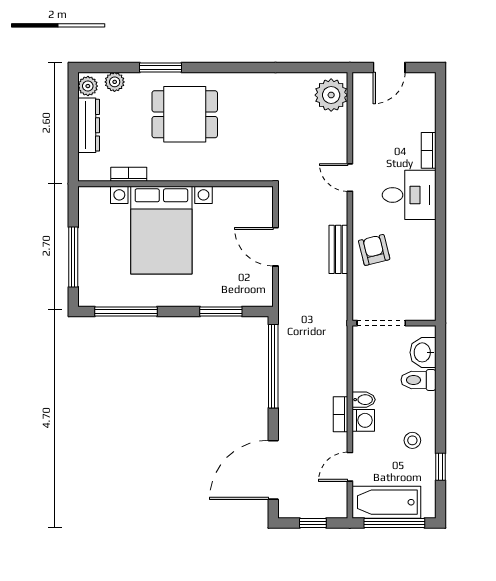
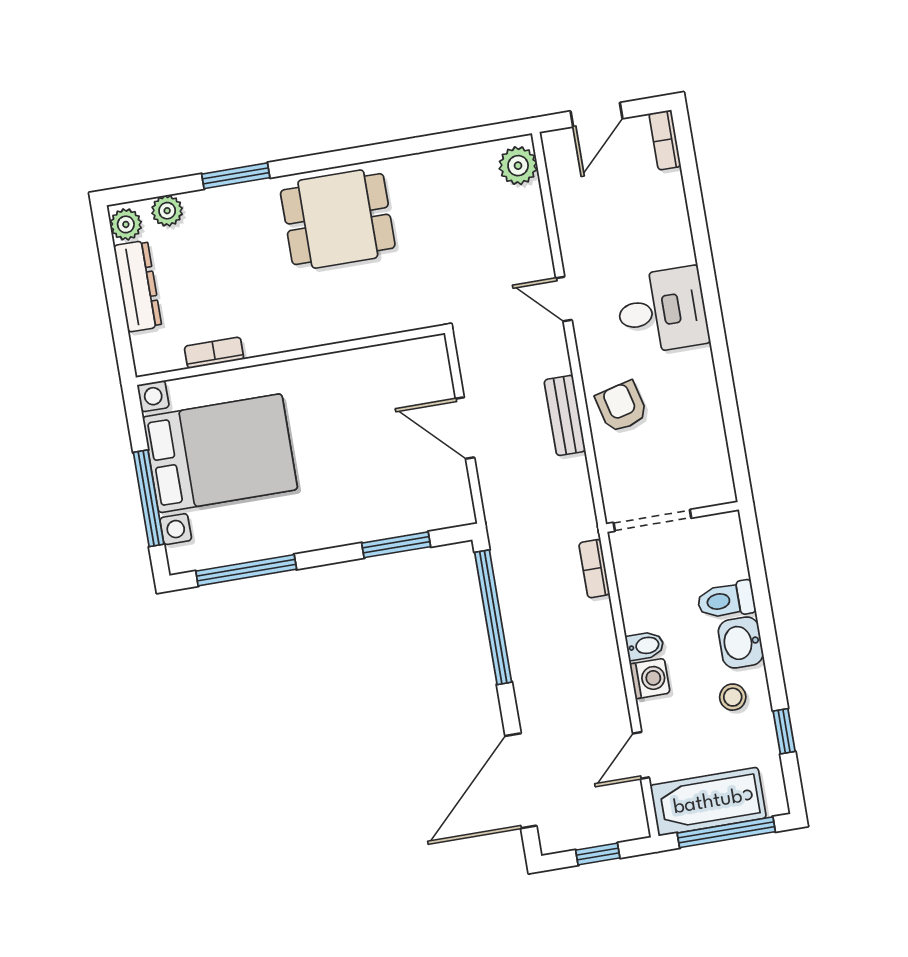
plant: (331, 95) -> (518, 166), width x0.73, depth x0.73
dining table: (185, 114) -> (338, 219), moved
bookcase: (429, 150) -> (665, 140), moved
bed with nightstands: (161, 230) -> (220, 453), moved, turned -90
washbasin: (423, 352) -> (741, 642), moved
bookcase: (341, 414) -> (594, 569), moved

